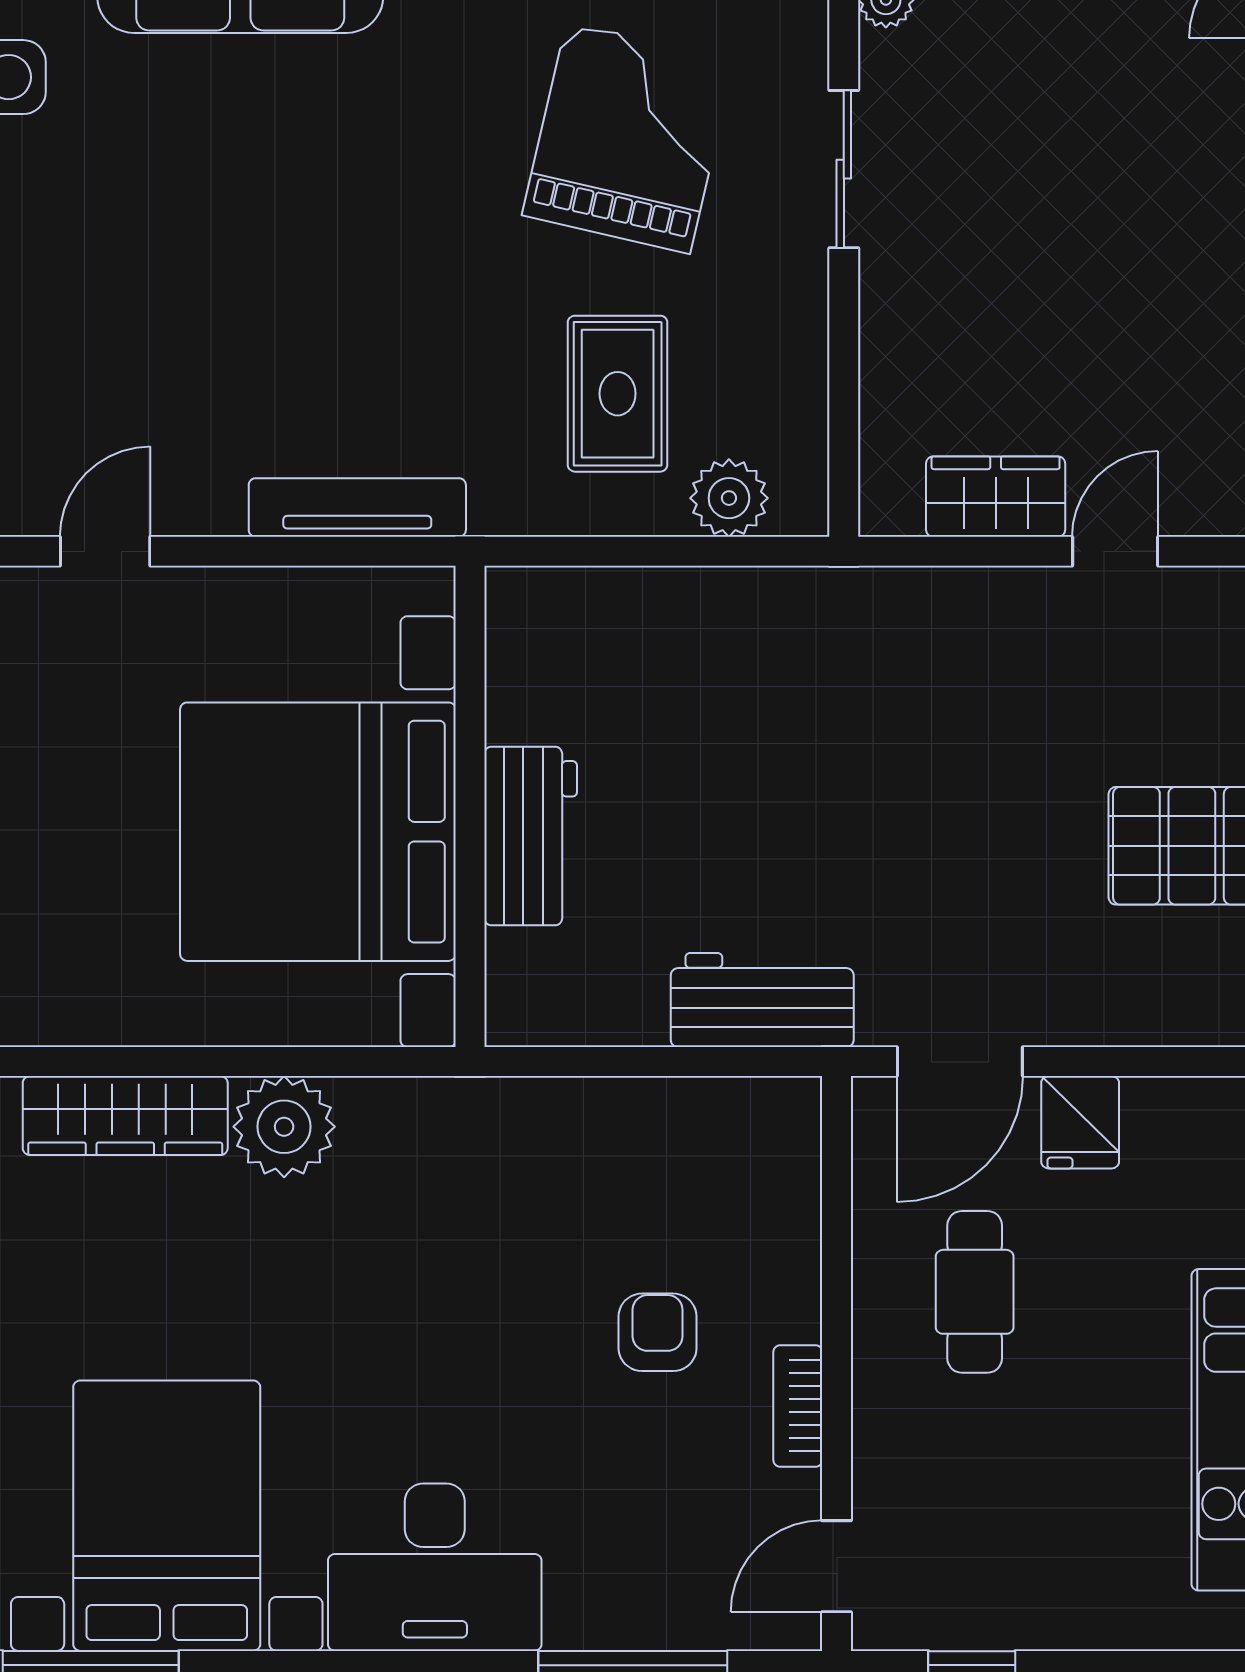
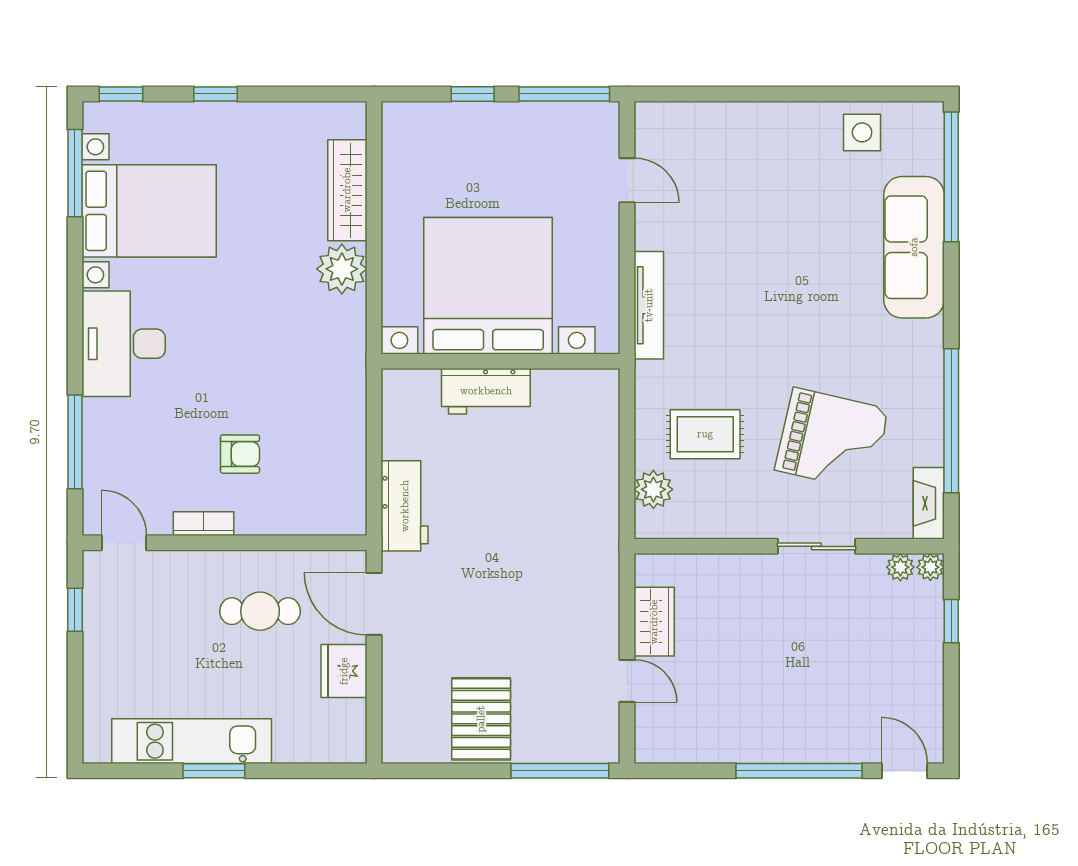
fridge: (1080, 1122) -> (344, 671), width x1.38

